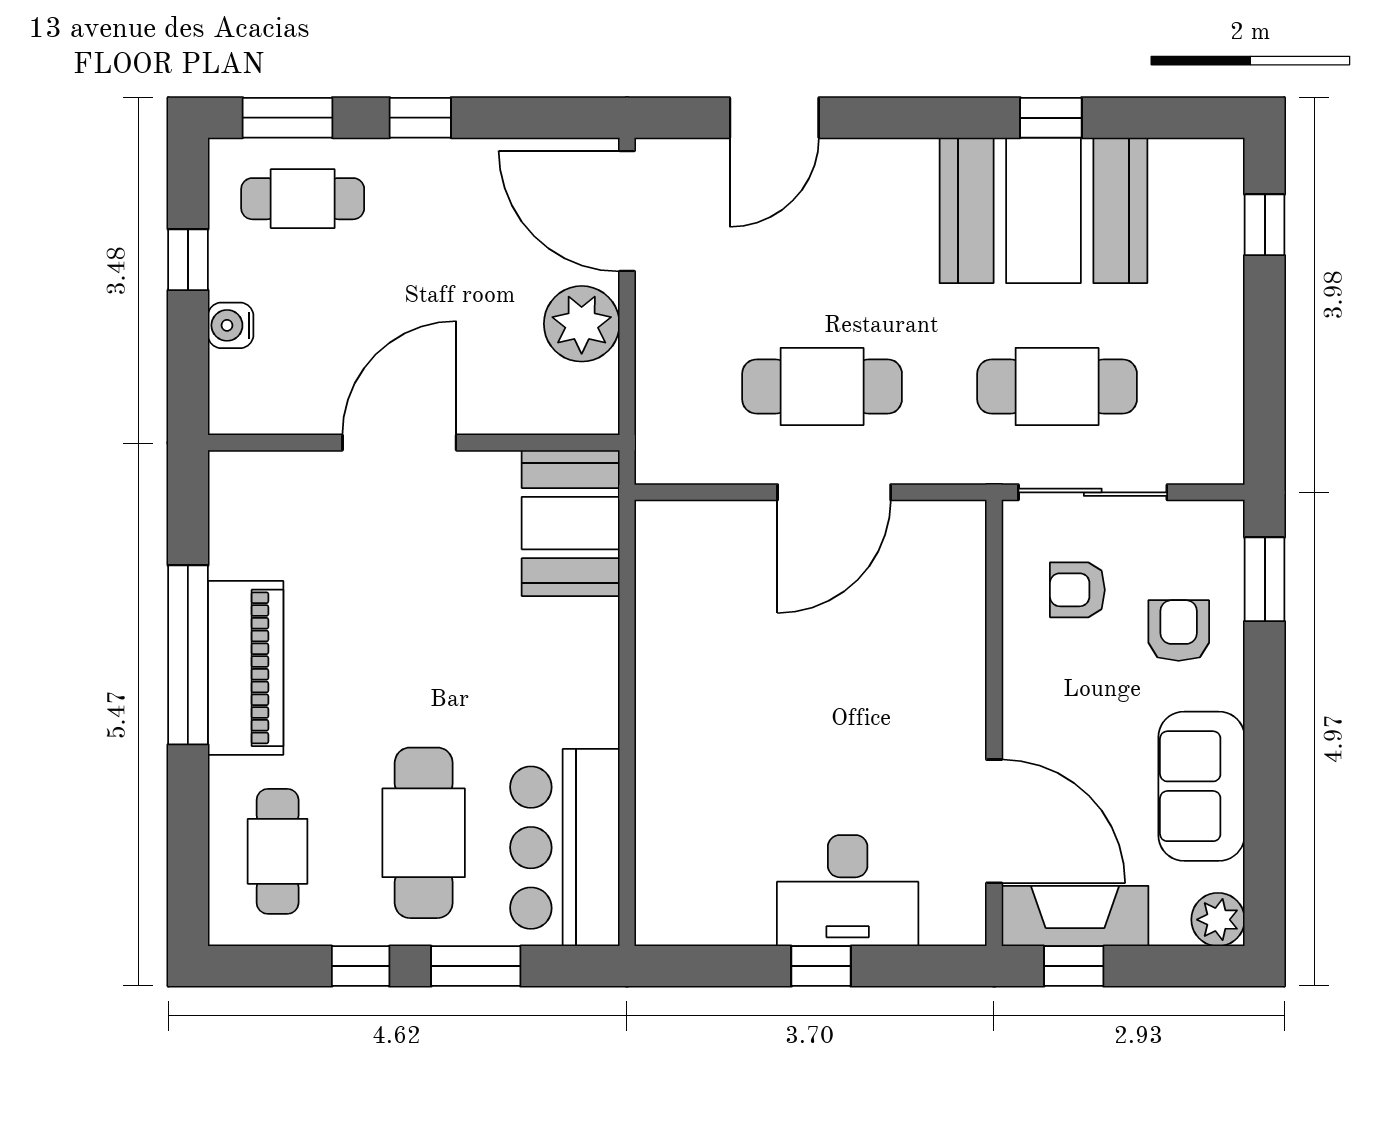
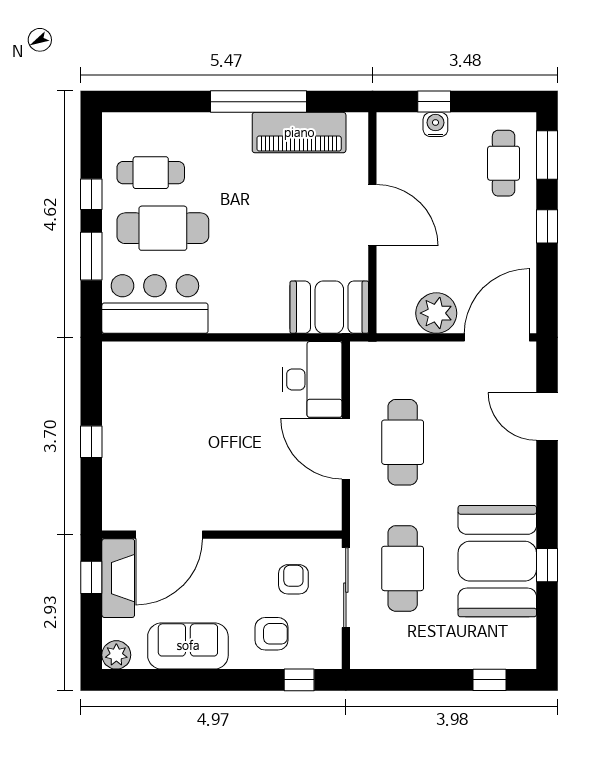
window: (188, 260) -> (434, 102), moved
window: (1265, 579) -> (299, 680), width x0.67
piano: (246, 668) -> (299, 133), moved
cafe table: (278, 851) -> (151, 173), moved
desk: (848, 891) -> (312, 379), moved, turned 180

